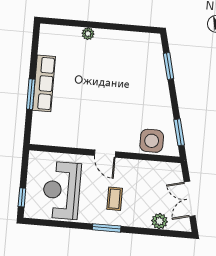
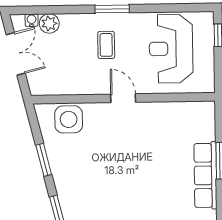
window: (179, 132) -> (44, 160), moved
reception desk: (62, 190) -> (171, 49), turned 180
water cooler: (174, 225) -> (32, 20), added

